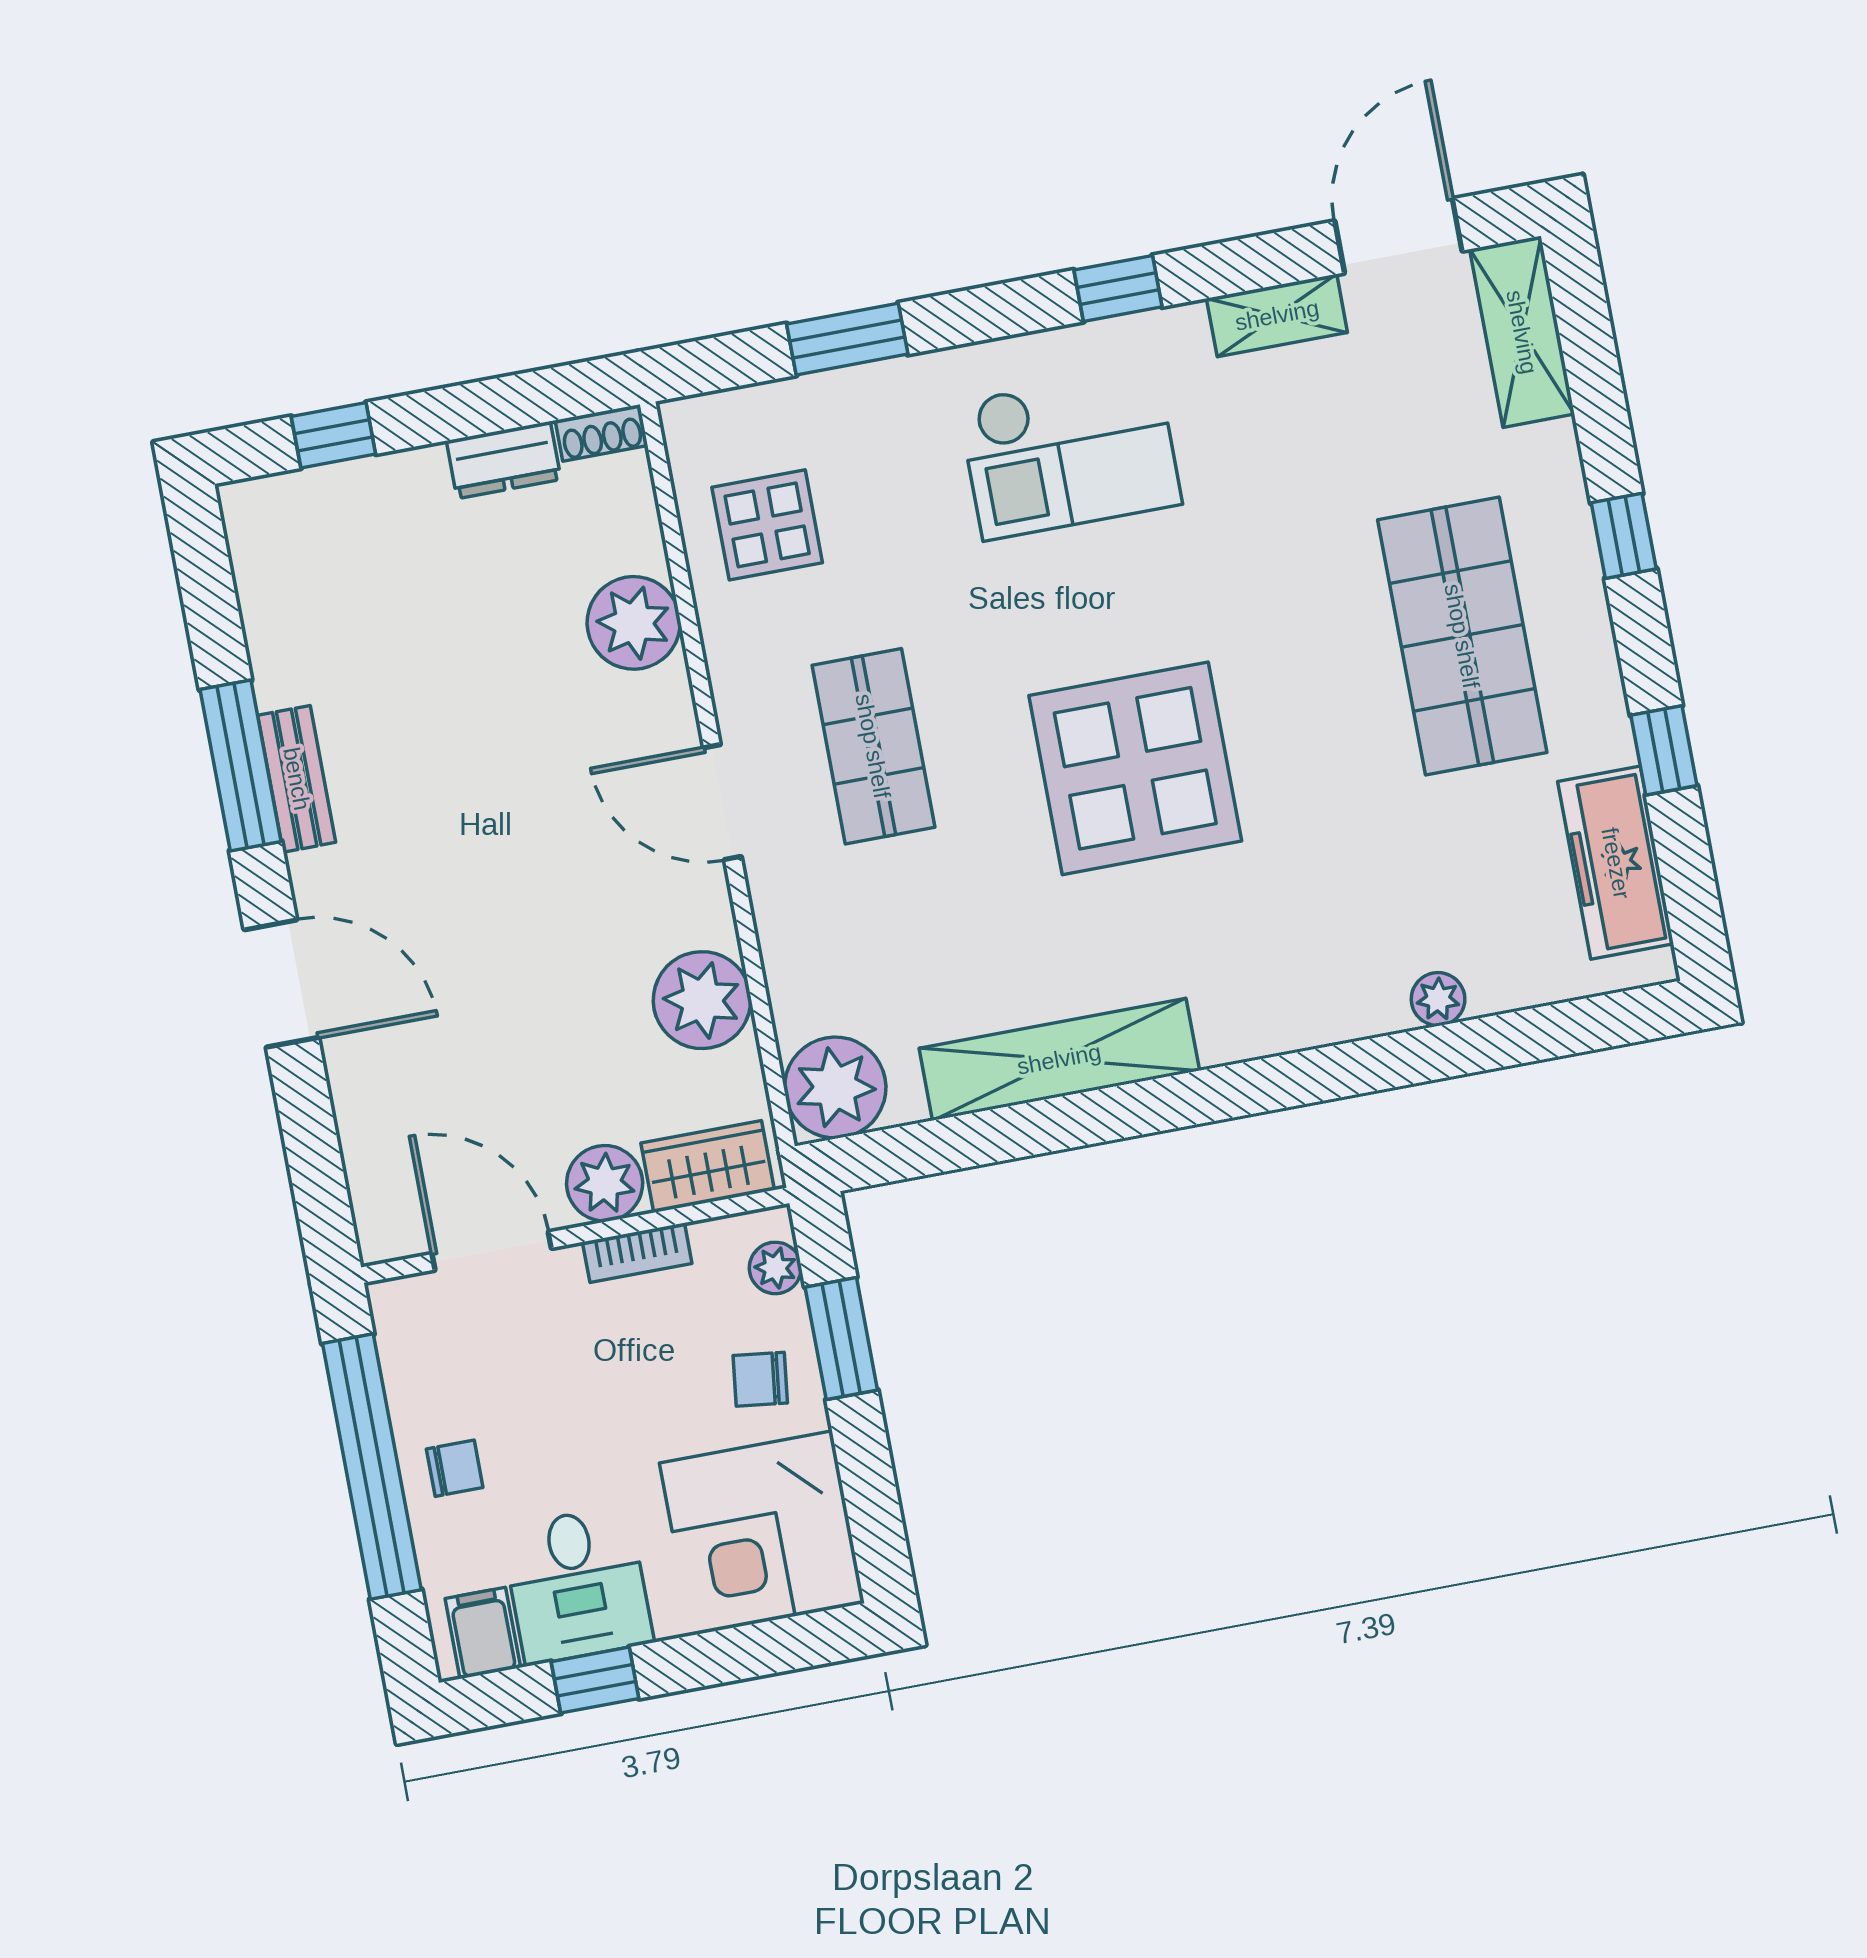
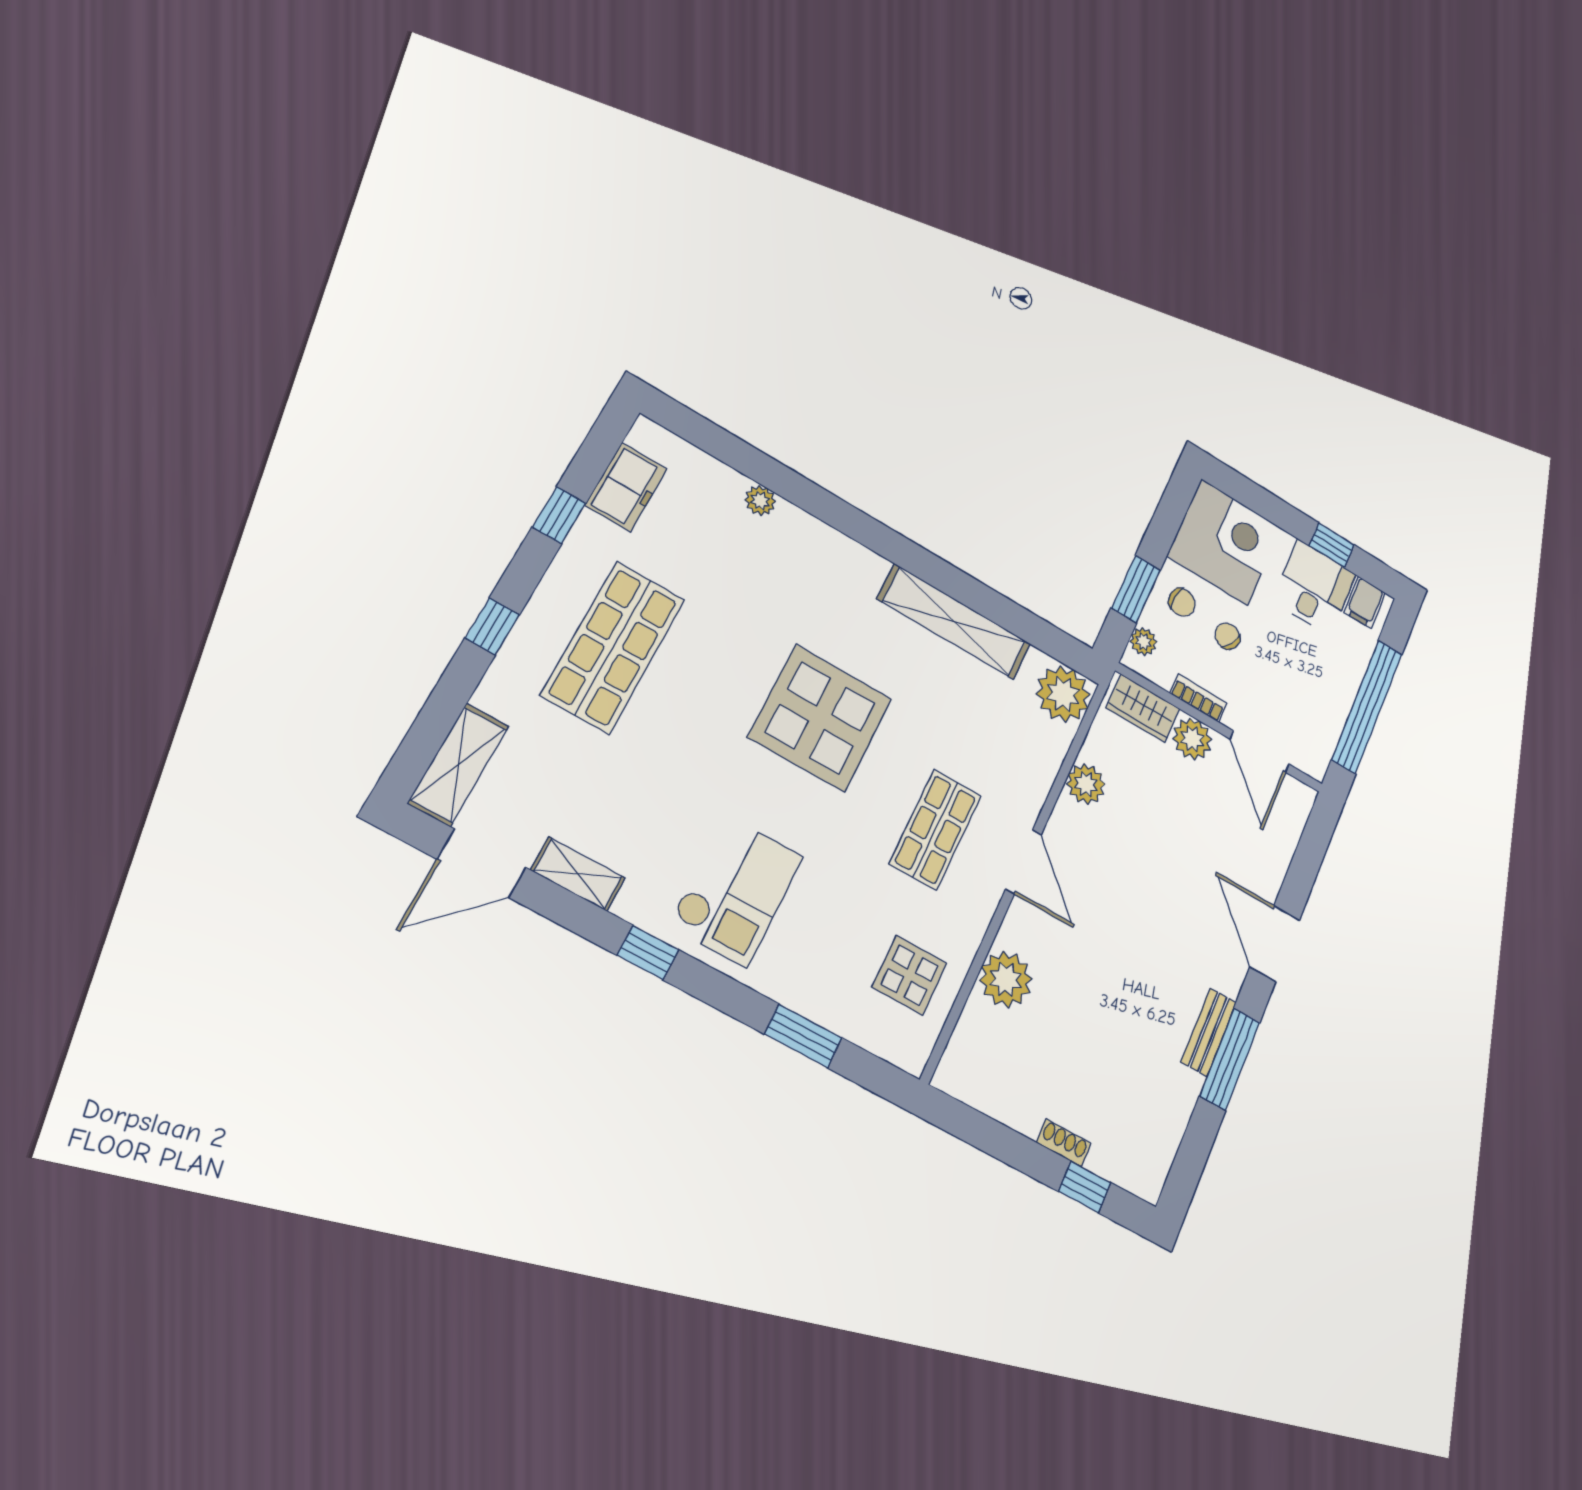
shoe rack: (601, 433) -> (1064, 1143), moved
checkout: (1070, 453) -> (736, 891), turned 90
dresser: (504, 460) -> (1013, 1109), removed
freezer: (1616, 863) -> (626, 487), width x0.71
plant: (702, 1000) -> (1086, 784), width x0.73, depth x0.73
chair: (455, 1468) -> (1227, 636), moved, turned 30

